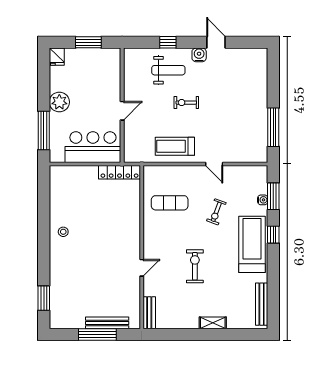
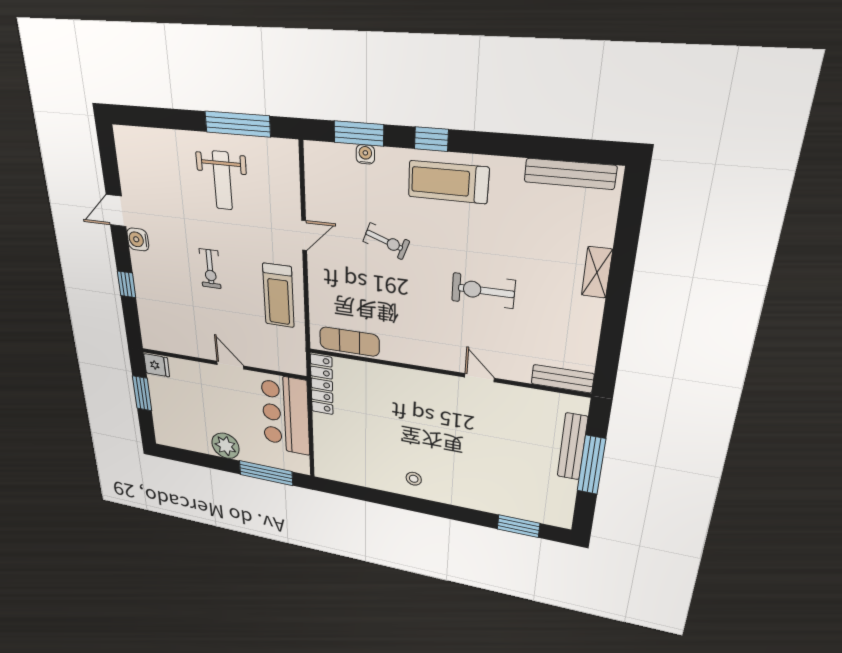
fridge: (57, 57) -> (157, 365), moved
weight bench: (168, 70) -> (222, 181), moved, turned 180
exercise mat: (170, 203) -> (349, 342), moved, turned 90
treadmill: (252, 244) -> (448, 182), width x0.73, depth x0.73

